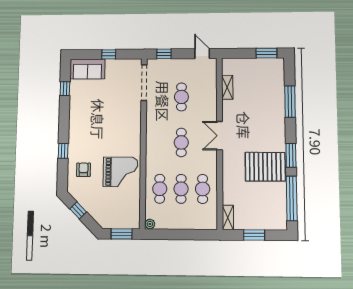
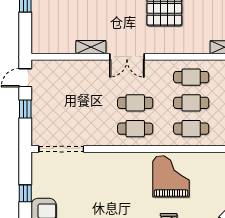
window: (164, 54) -> (25, 109), moved
shelving: (227, 87) -> (91, 47), moved
cafe table: (181, 97) -> (135, 129), moved

